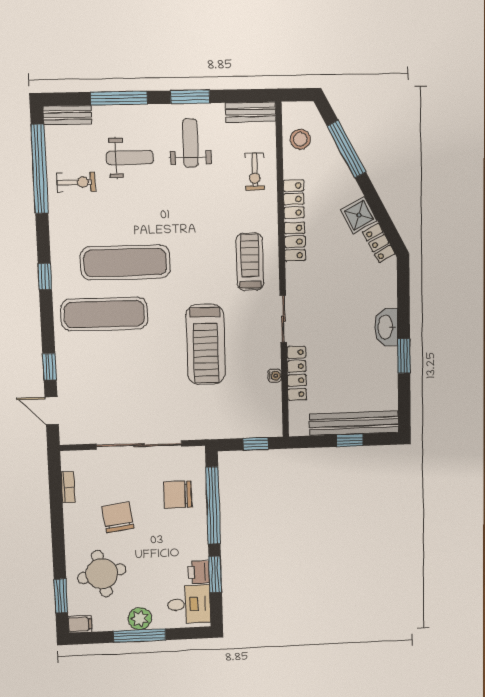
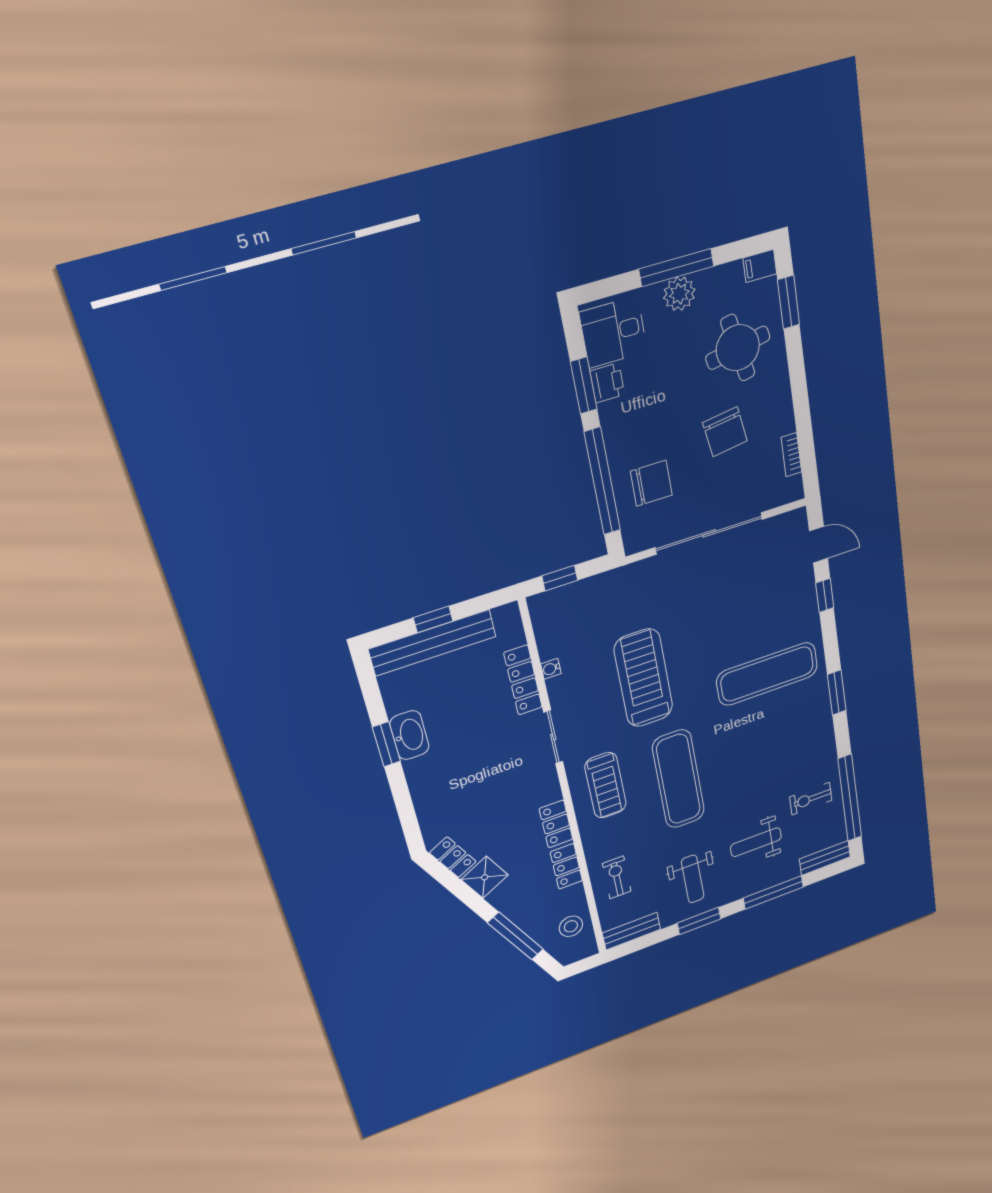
exercise mat: (125, 262) -> (678, 779), moved, turned 90
window: (45, 277) -> (837, 693), width x1.50
washbasin: (386, 327) -> (409, 735), moved

